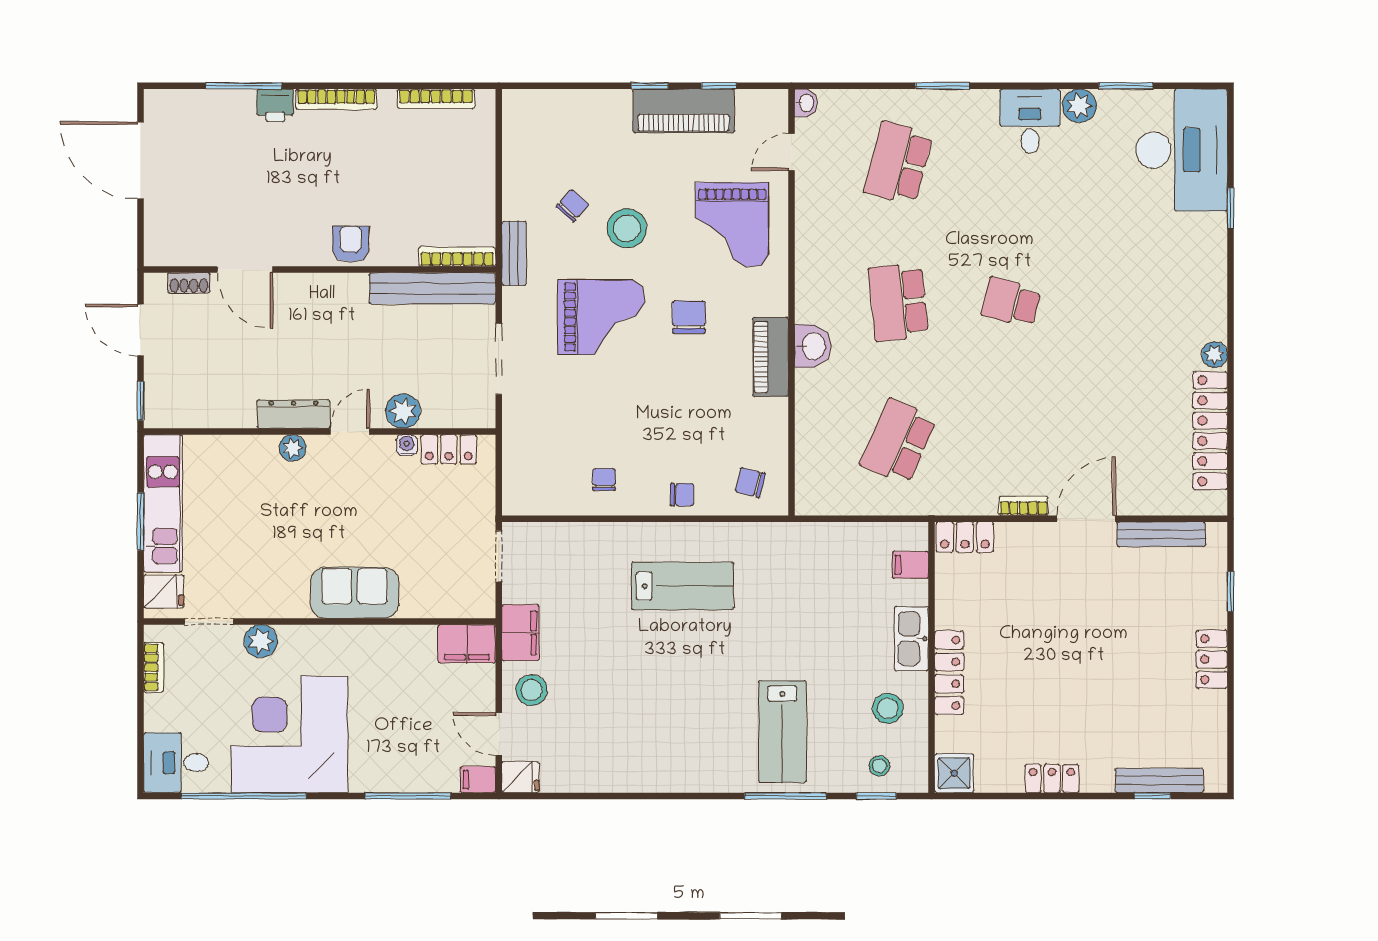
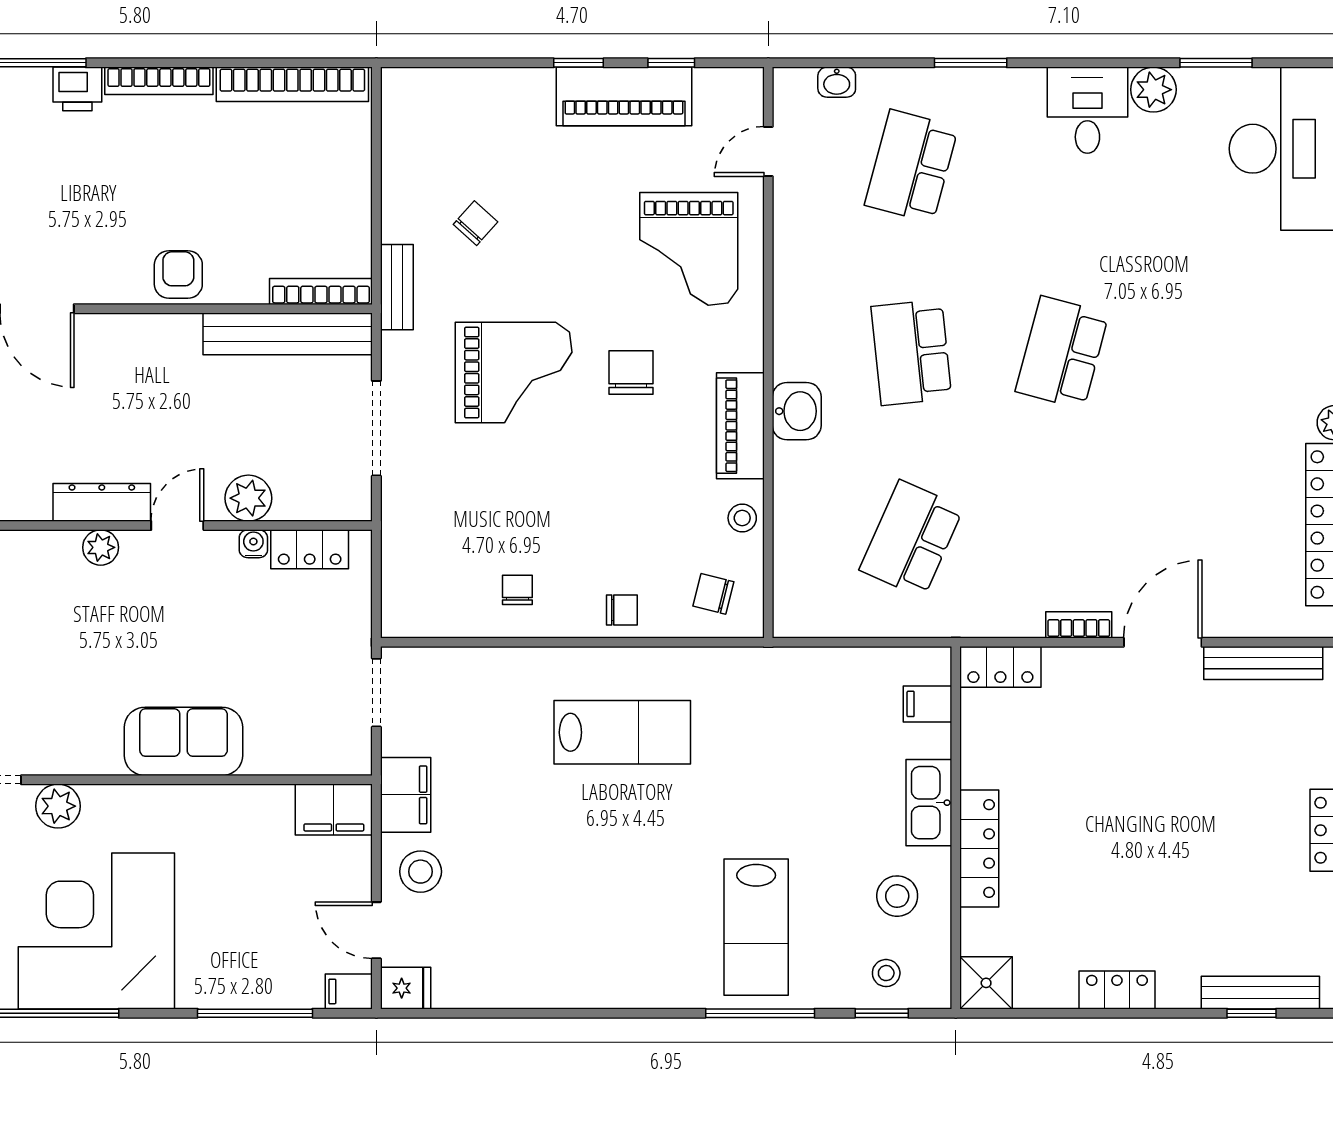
bookcase: (436, 99) -> (292, 84), width x1.48, depth x1.31
washbasin: (806, 103) -> (837, 82), moved, turned 90
stool: (627, 228) -> (742, 518), moved, width x0.53, depth x0.53
school desk: (1011, 302) -> (1062, 353), width x1.85

